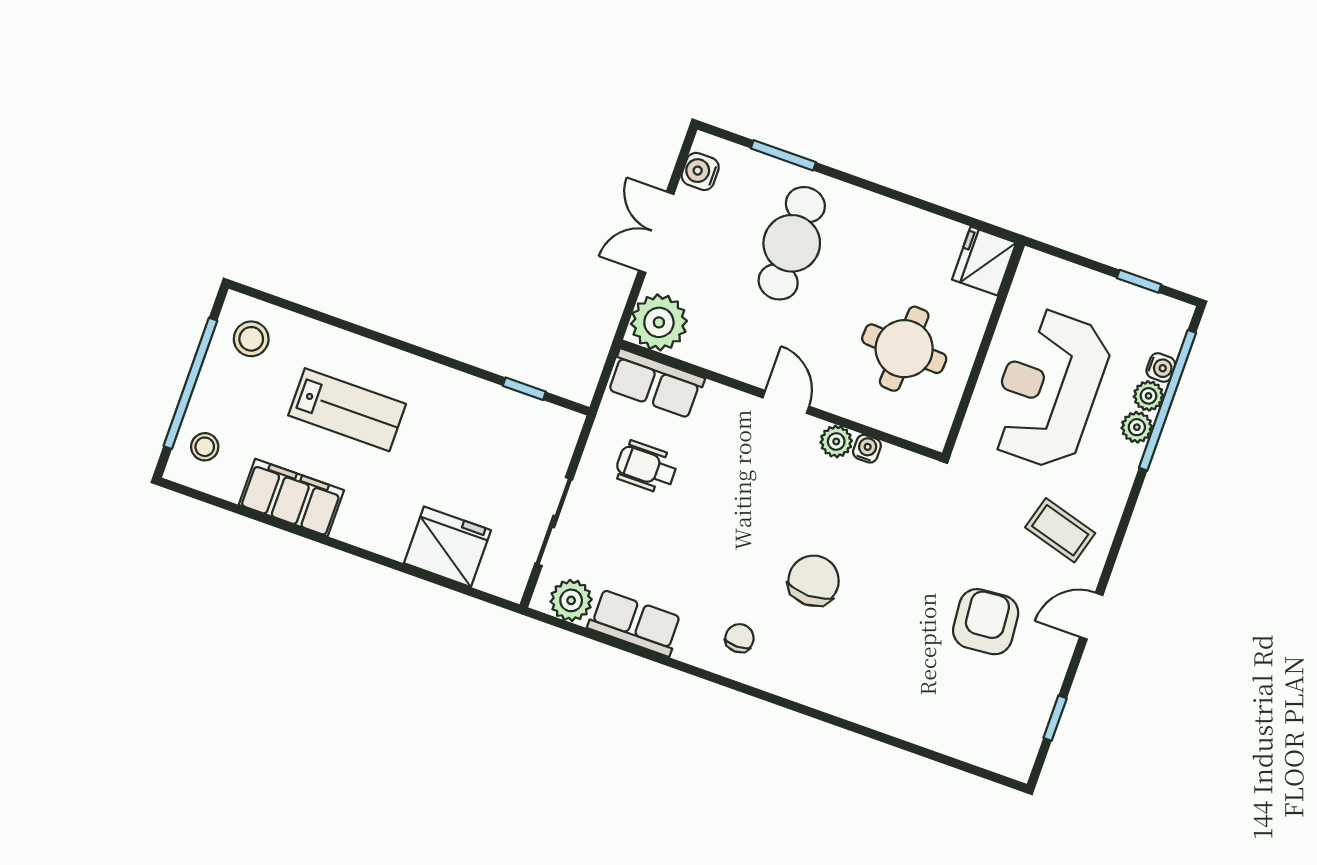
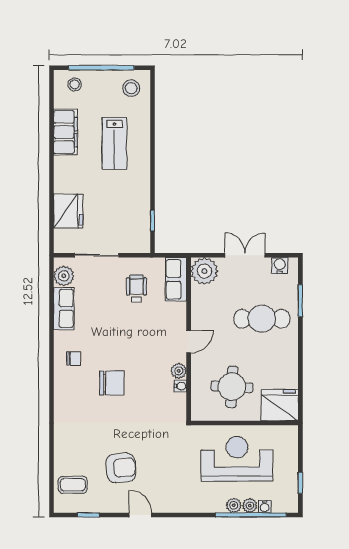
fridge: (984, 261) -> (280, 405), width x1.36, depth x1.34
coffee table: (1060, 530) -> (73, 485), moved, turned 74

